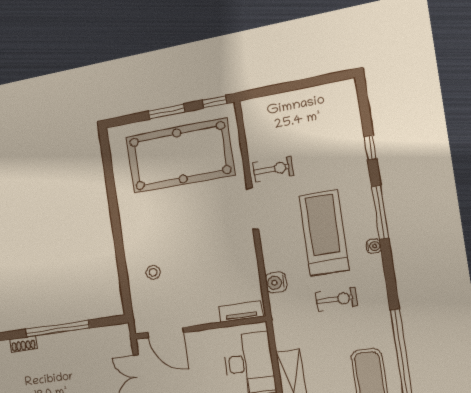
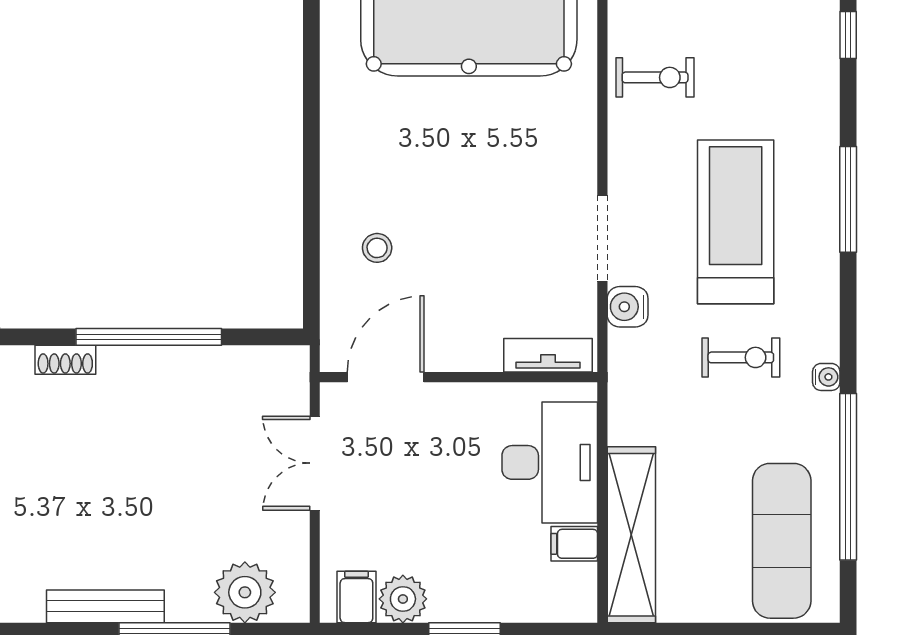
window: (370, 148) -> (848, 35), moved
doorway: (253, 209) -> (602, 238), moved
water cooler: (374, 246) -> (826, 377), moved
door: (166, 333) -> (386, 377), swing flipped

